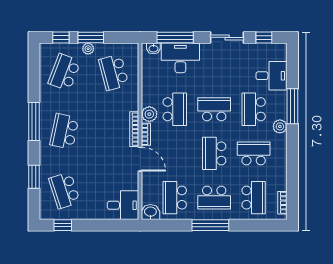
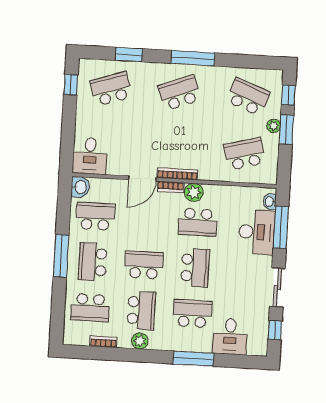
plant: (280, 126) -> (140, 341), moved
school desk: (64, 131) -> (179, 93), turned -33
bookcase: (282, 203) -> (103, 342), moved

